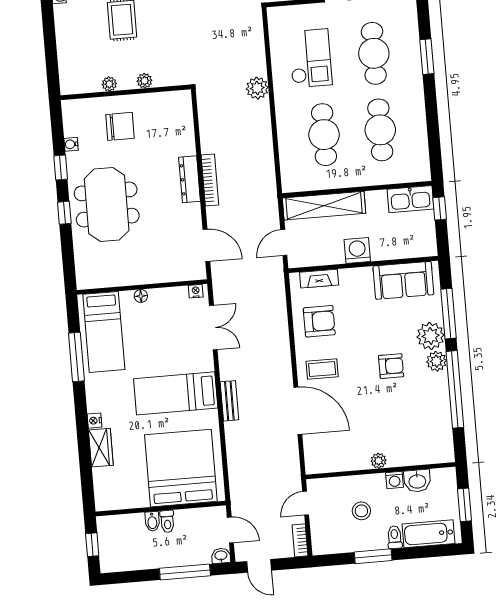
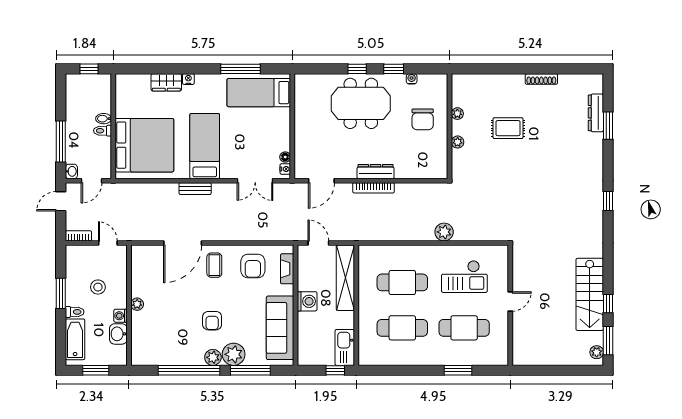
sofa: (403, 280) -> (280, 328), width x1.36
floor lamp: (141, 296) -> (285, 157), moved

